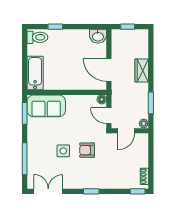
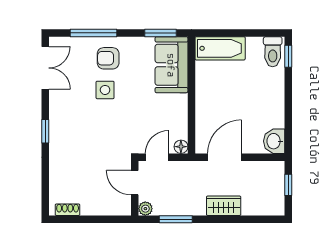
window: (55, 27) -> (288, 56), moved
armchair: (87, 150) -> (108, 58), moved, turned -90
window: (138, 191) -> (45, 200), removed

